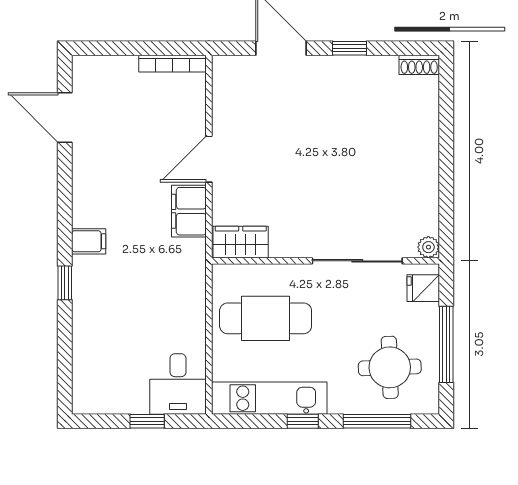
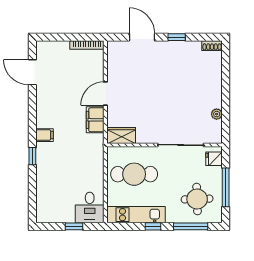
plant: (428, 247) -> (217, 114), moved

